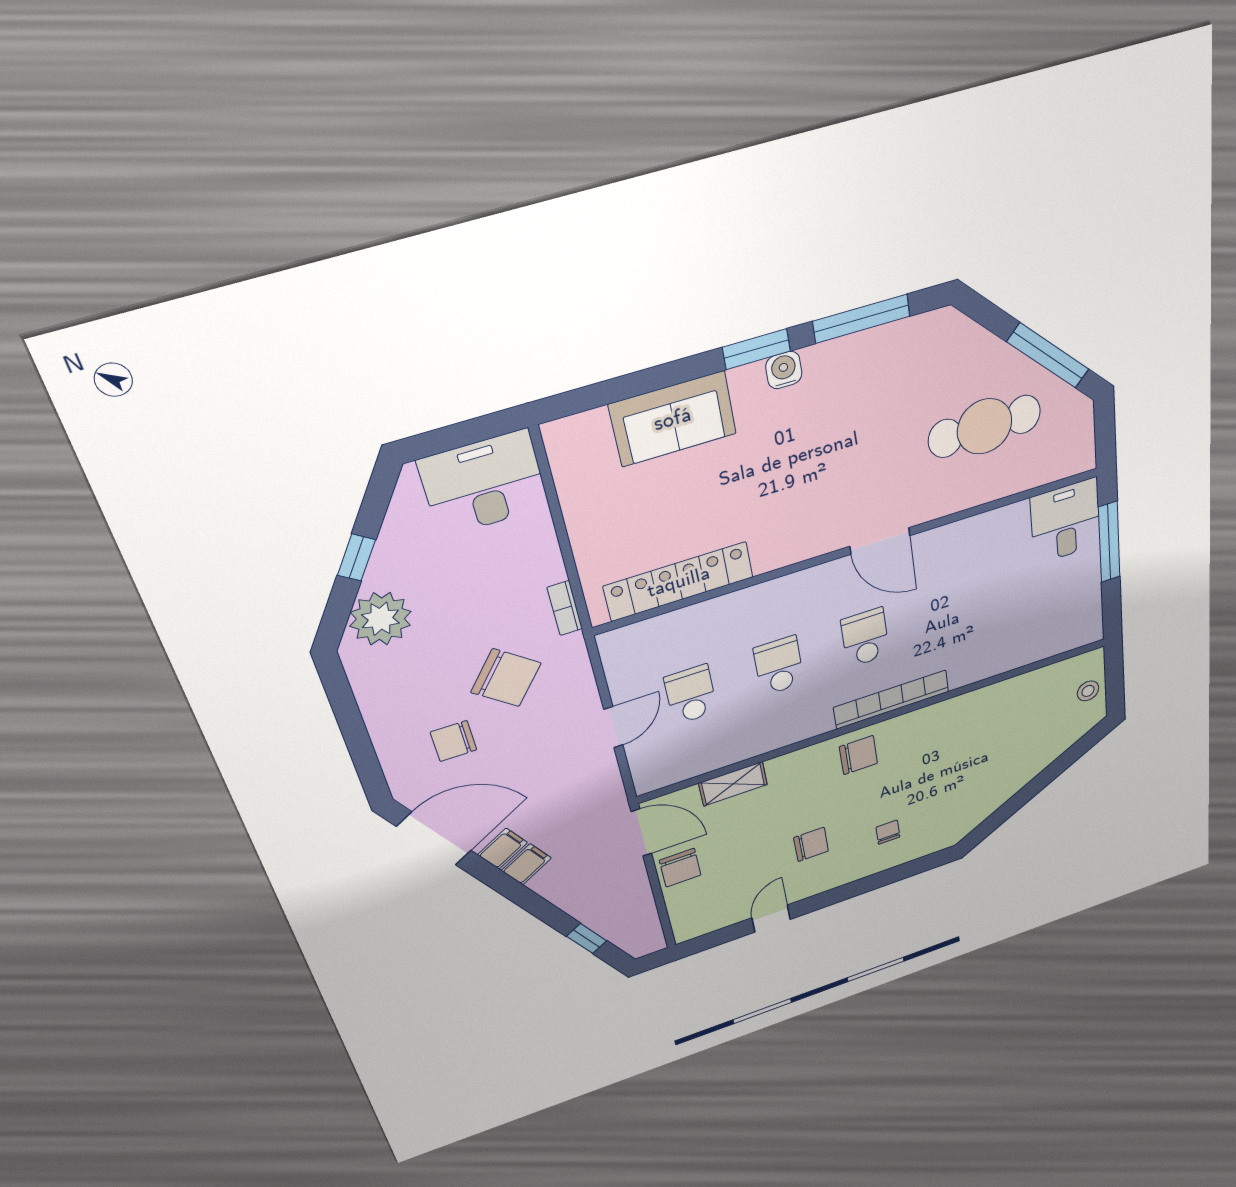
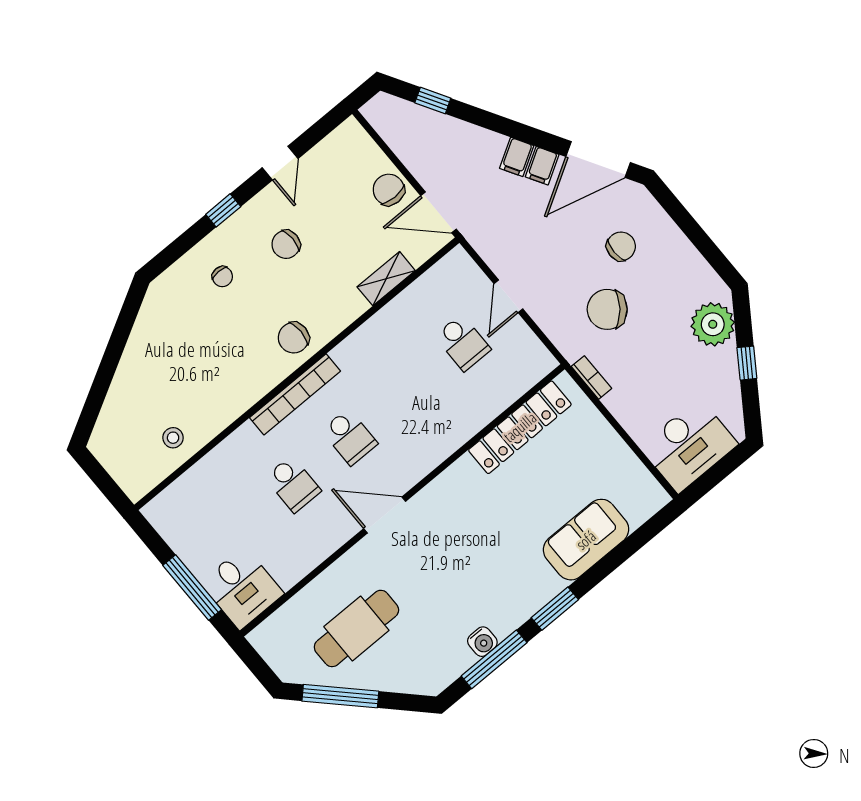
water cooler: (784, 370) -> (482, 642), moved
school desk: (779, 666) -> (293, 484), moved
stool: (1088, 691) -> (173, 438), moved
window: (849, 891) -> (223, 210), added

